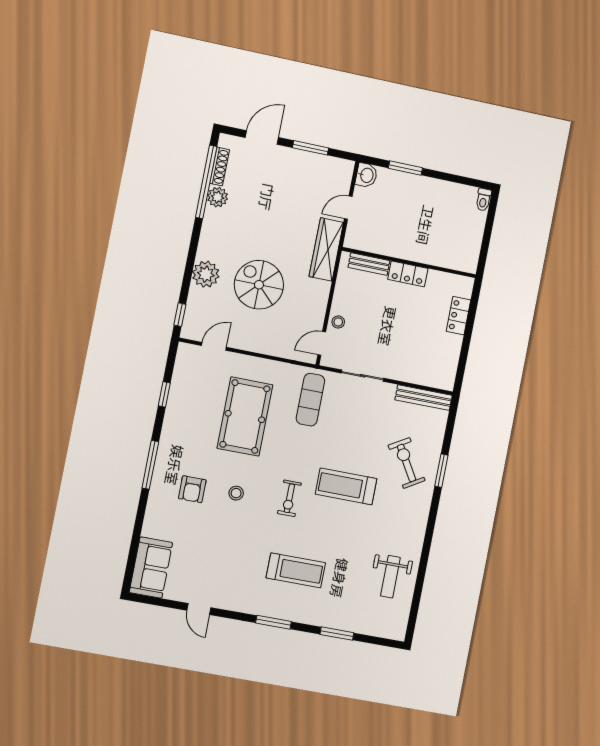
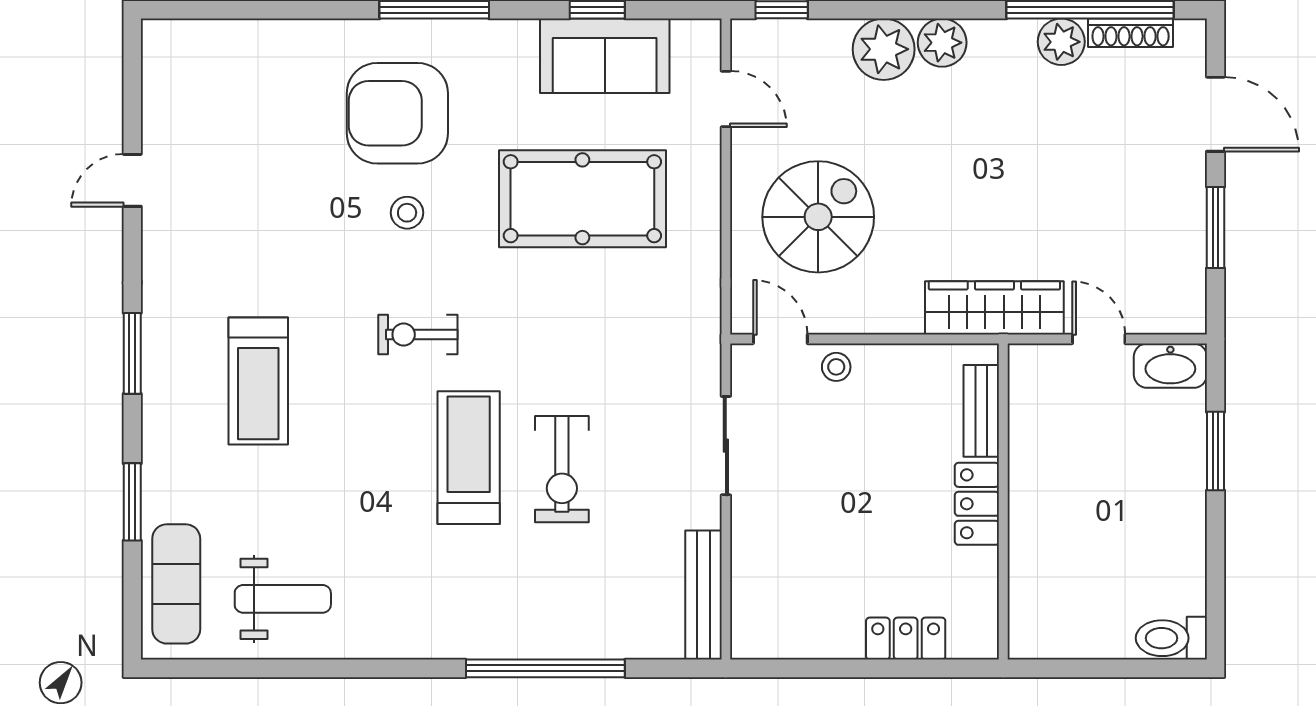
washbasin: (366, 175) -> (1170, 366), width x1.38
toilet: (483, 200) -> (1171, 638), width x1.37, depth x1.39
plant: (208, 248) -> (942, 43), added
spiral stairs: (259, 285) -> (818, 217), moved
exercise mat: (310, 400) -> (176, 584), moved, turned 90
exercise bike: (407, 463) -> (562, 469), moved, turned 121
window: (441, 471) -> (545, 668), width x2.11
armchair: (192, 489) -> (397, 113), width x1.88, depth x1.88
sofa: (151, 568) -> (605, 56), moved
weight bench: (390, 577) -> (283, 599), turned 180

